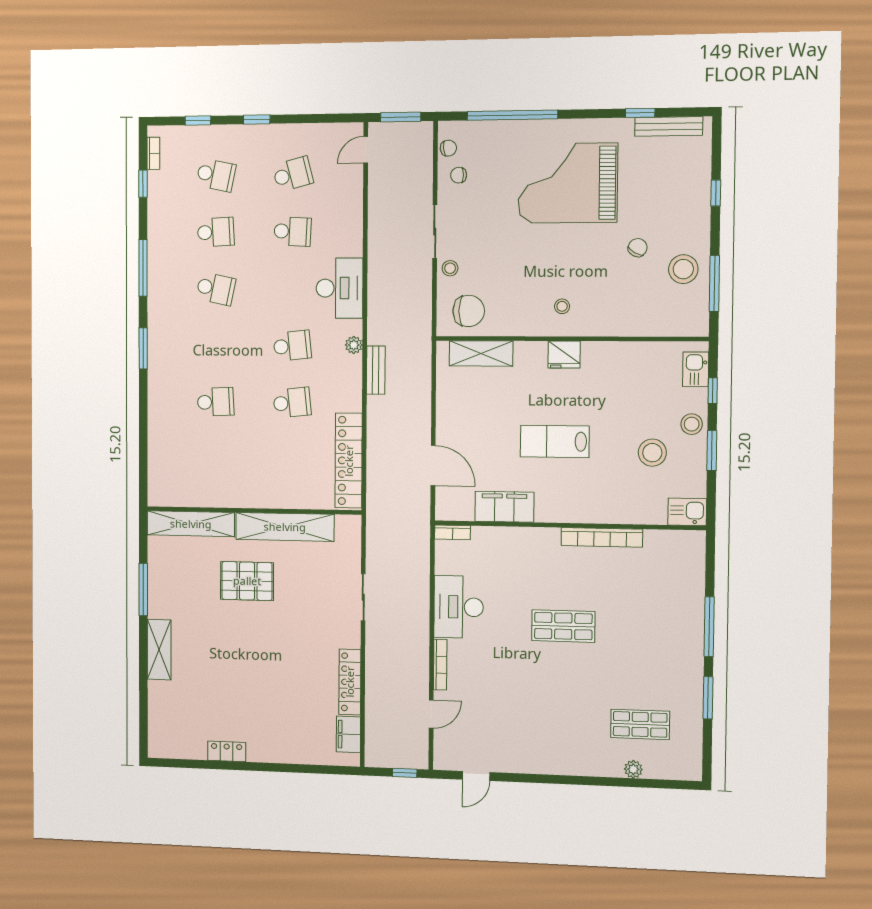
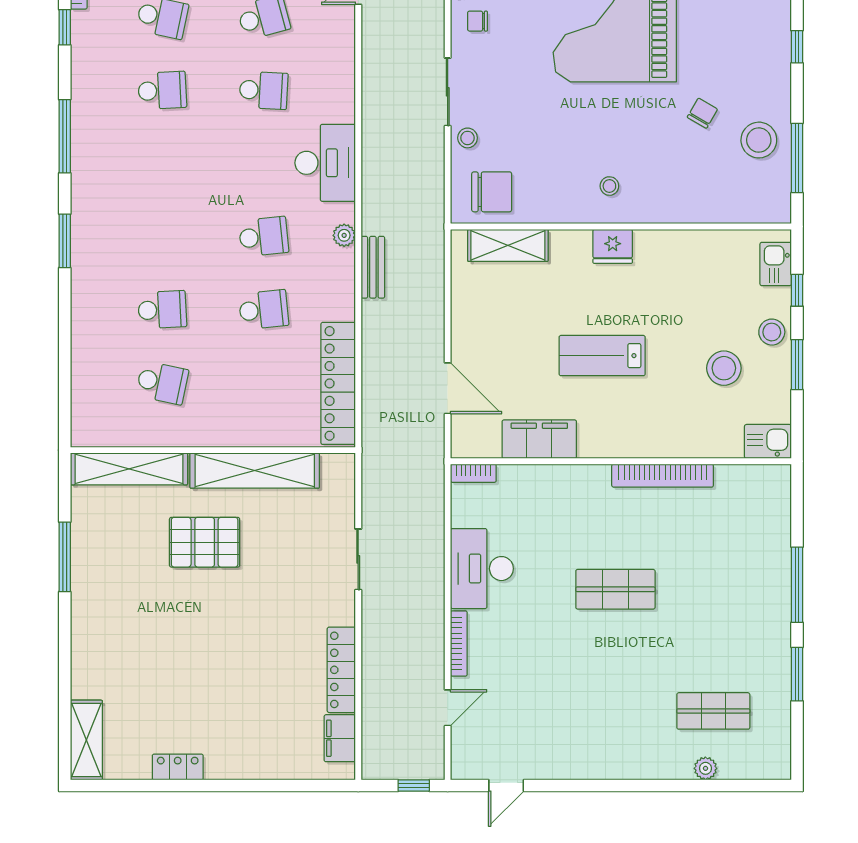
school desk: (216, 289) -> (162, 383), moved
shelving: (159, 650) -> (86, 740), moved

